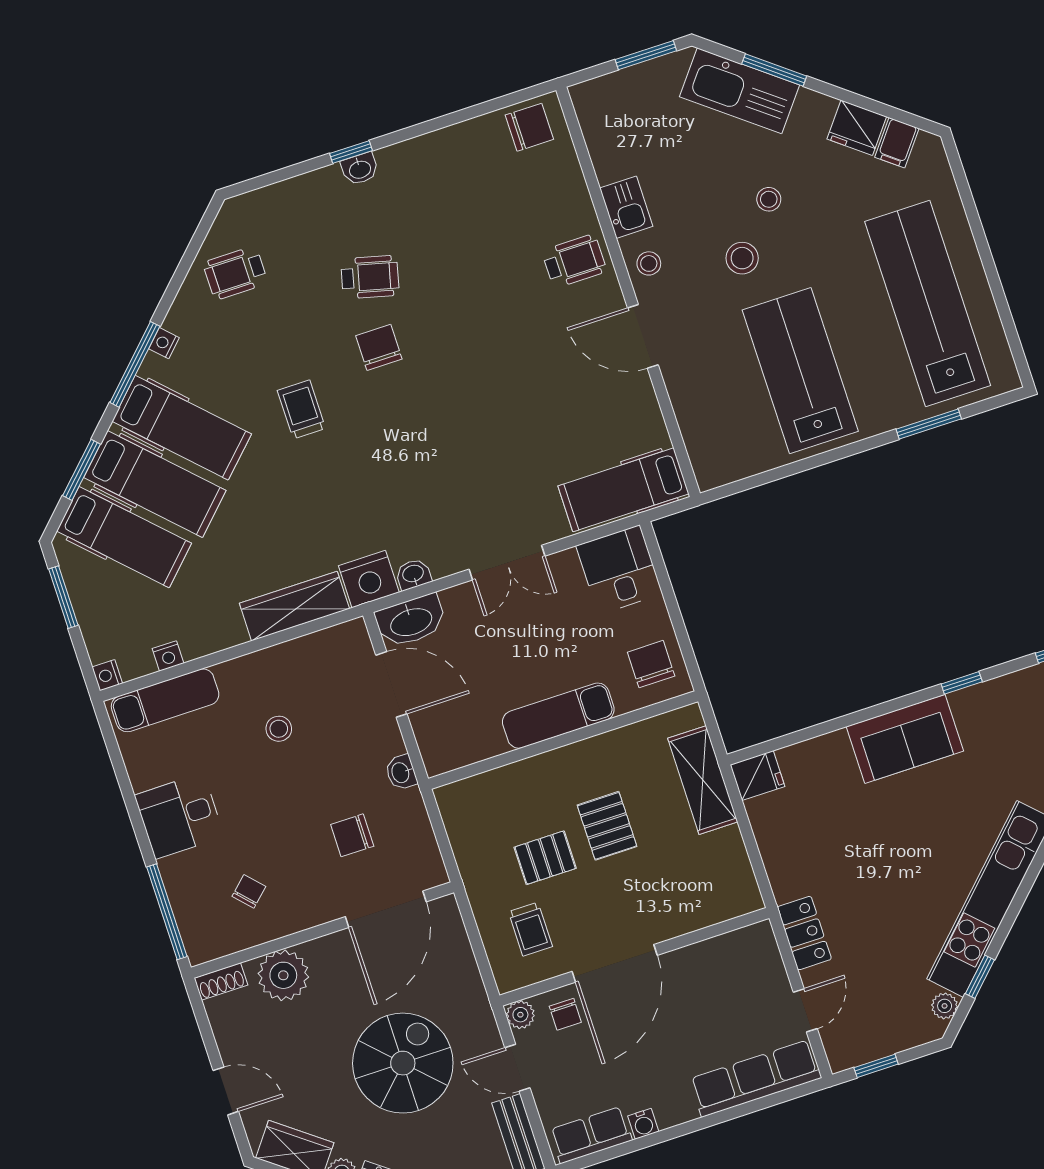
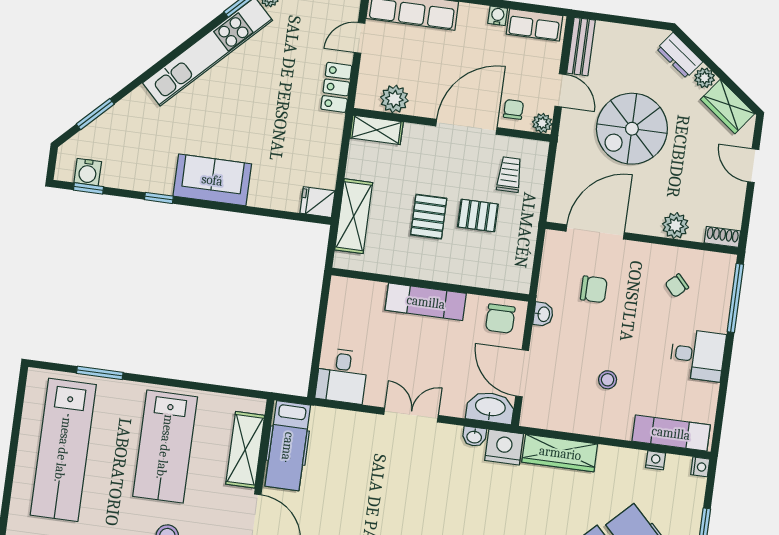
shelving: (696, 416) -> (245, 450), added
hospital bed: (623, 490) -> (288, 446), moved, turned 90
chair: (651, 664) -> (500, 319), moved
shelving: (727, 904) -> (377, 130), added
plant: (723, 954) -> (394, 99), added
plant: (283, 975) -> (675, 226), width x0.73, depth x0.73

